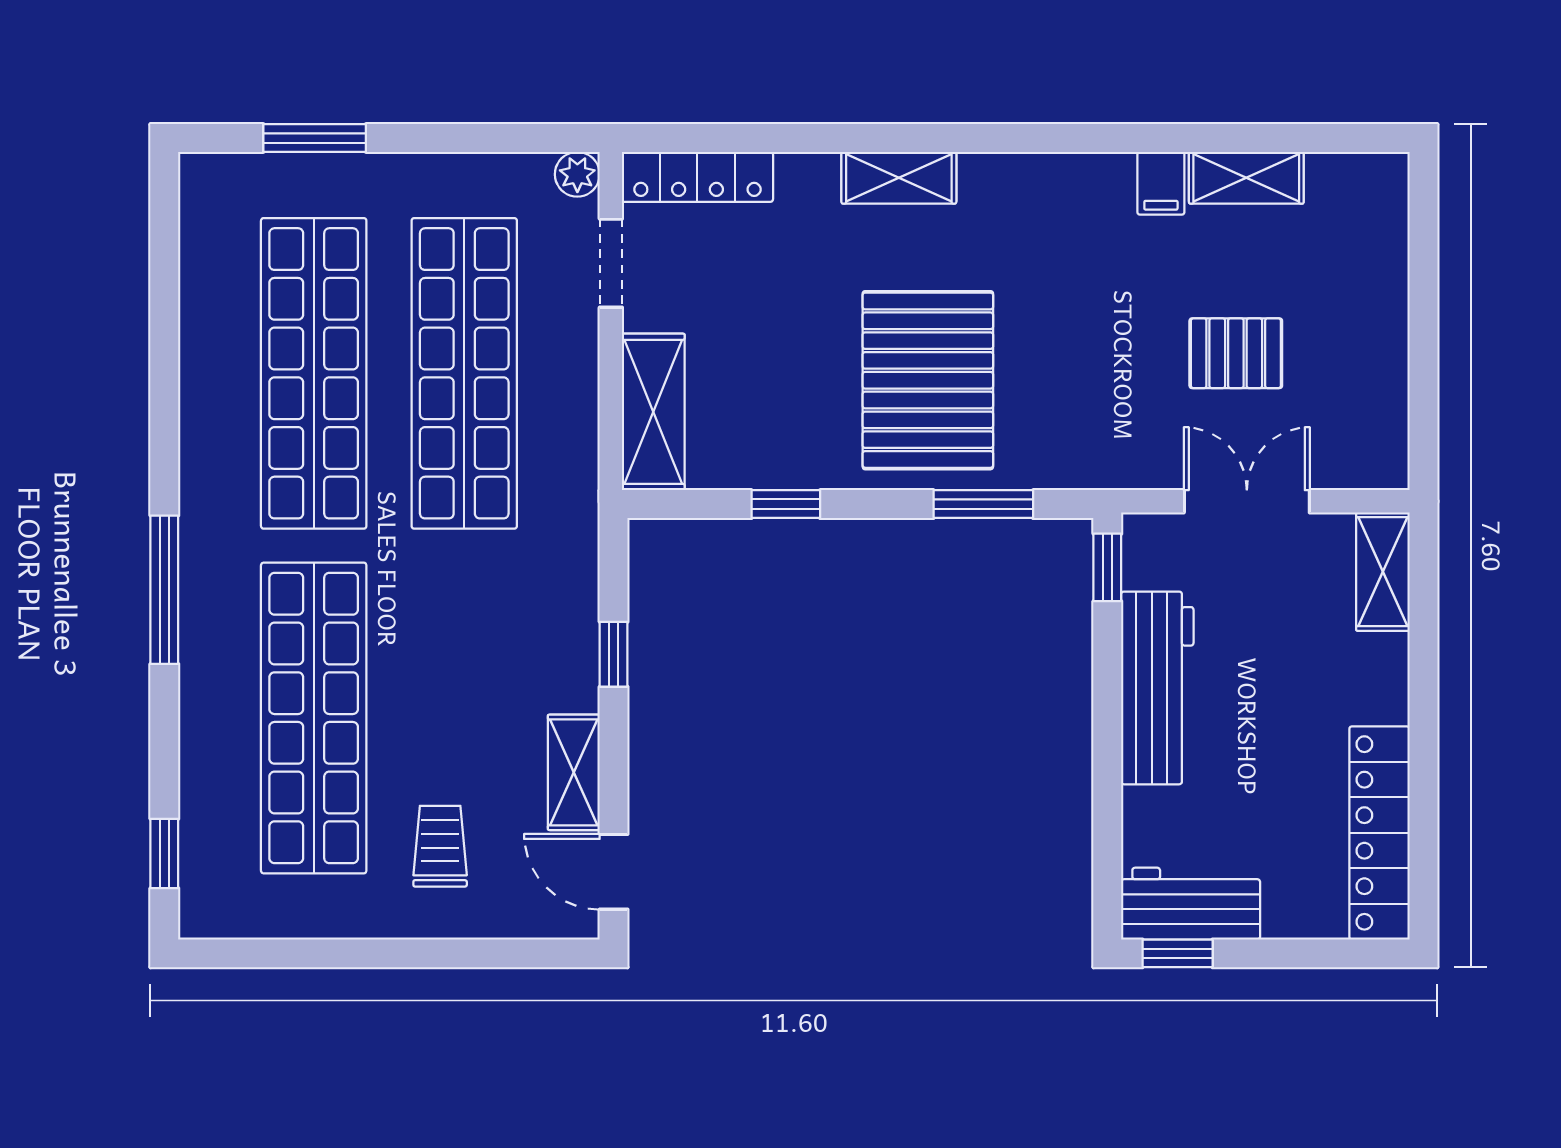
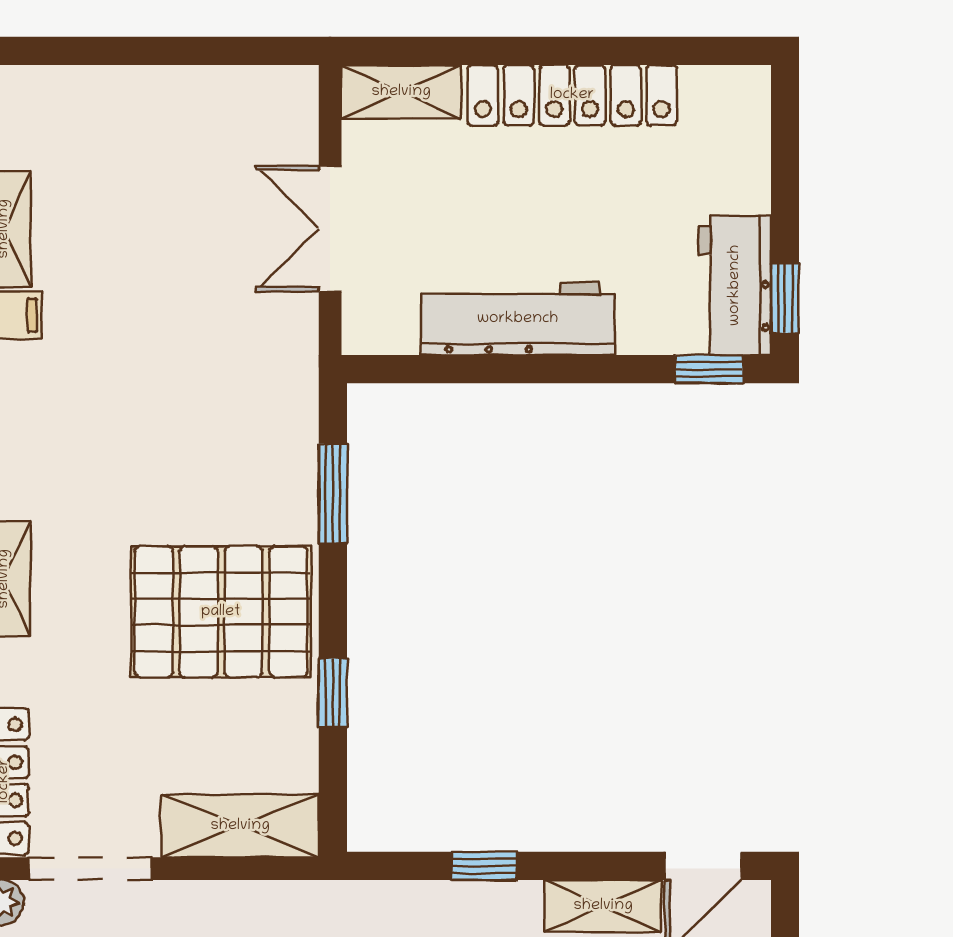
doorway: (611, 263) -> (90, 869), width x1.38
pallet: (1236, 353) -> (181, 240), removed
pallet: (928, 380) -> (221, 612), moved
window: (1107, 567) -> (709, 369), moved
locker: (1379, 833) -> (572, 95), moved

